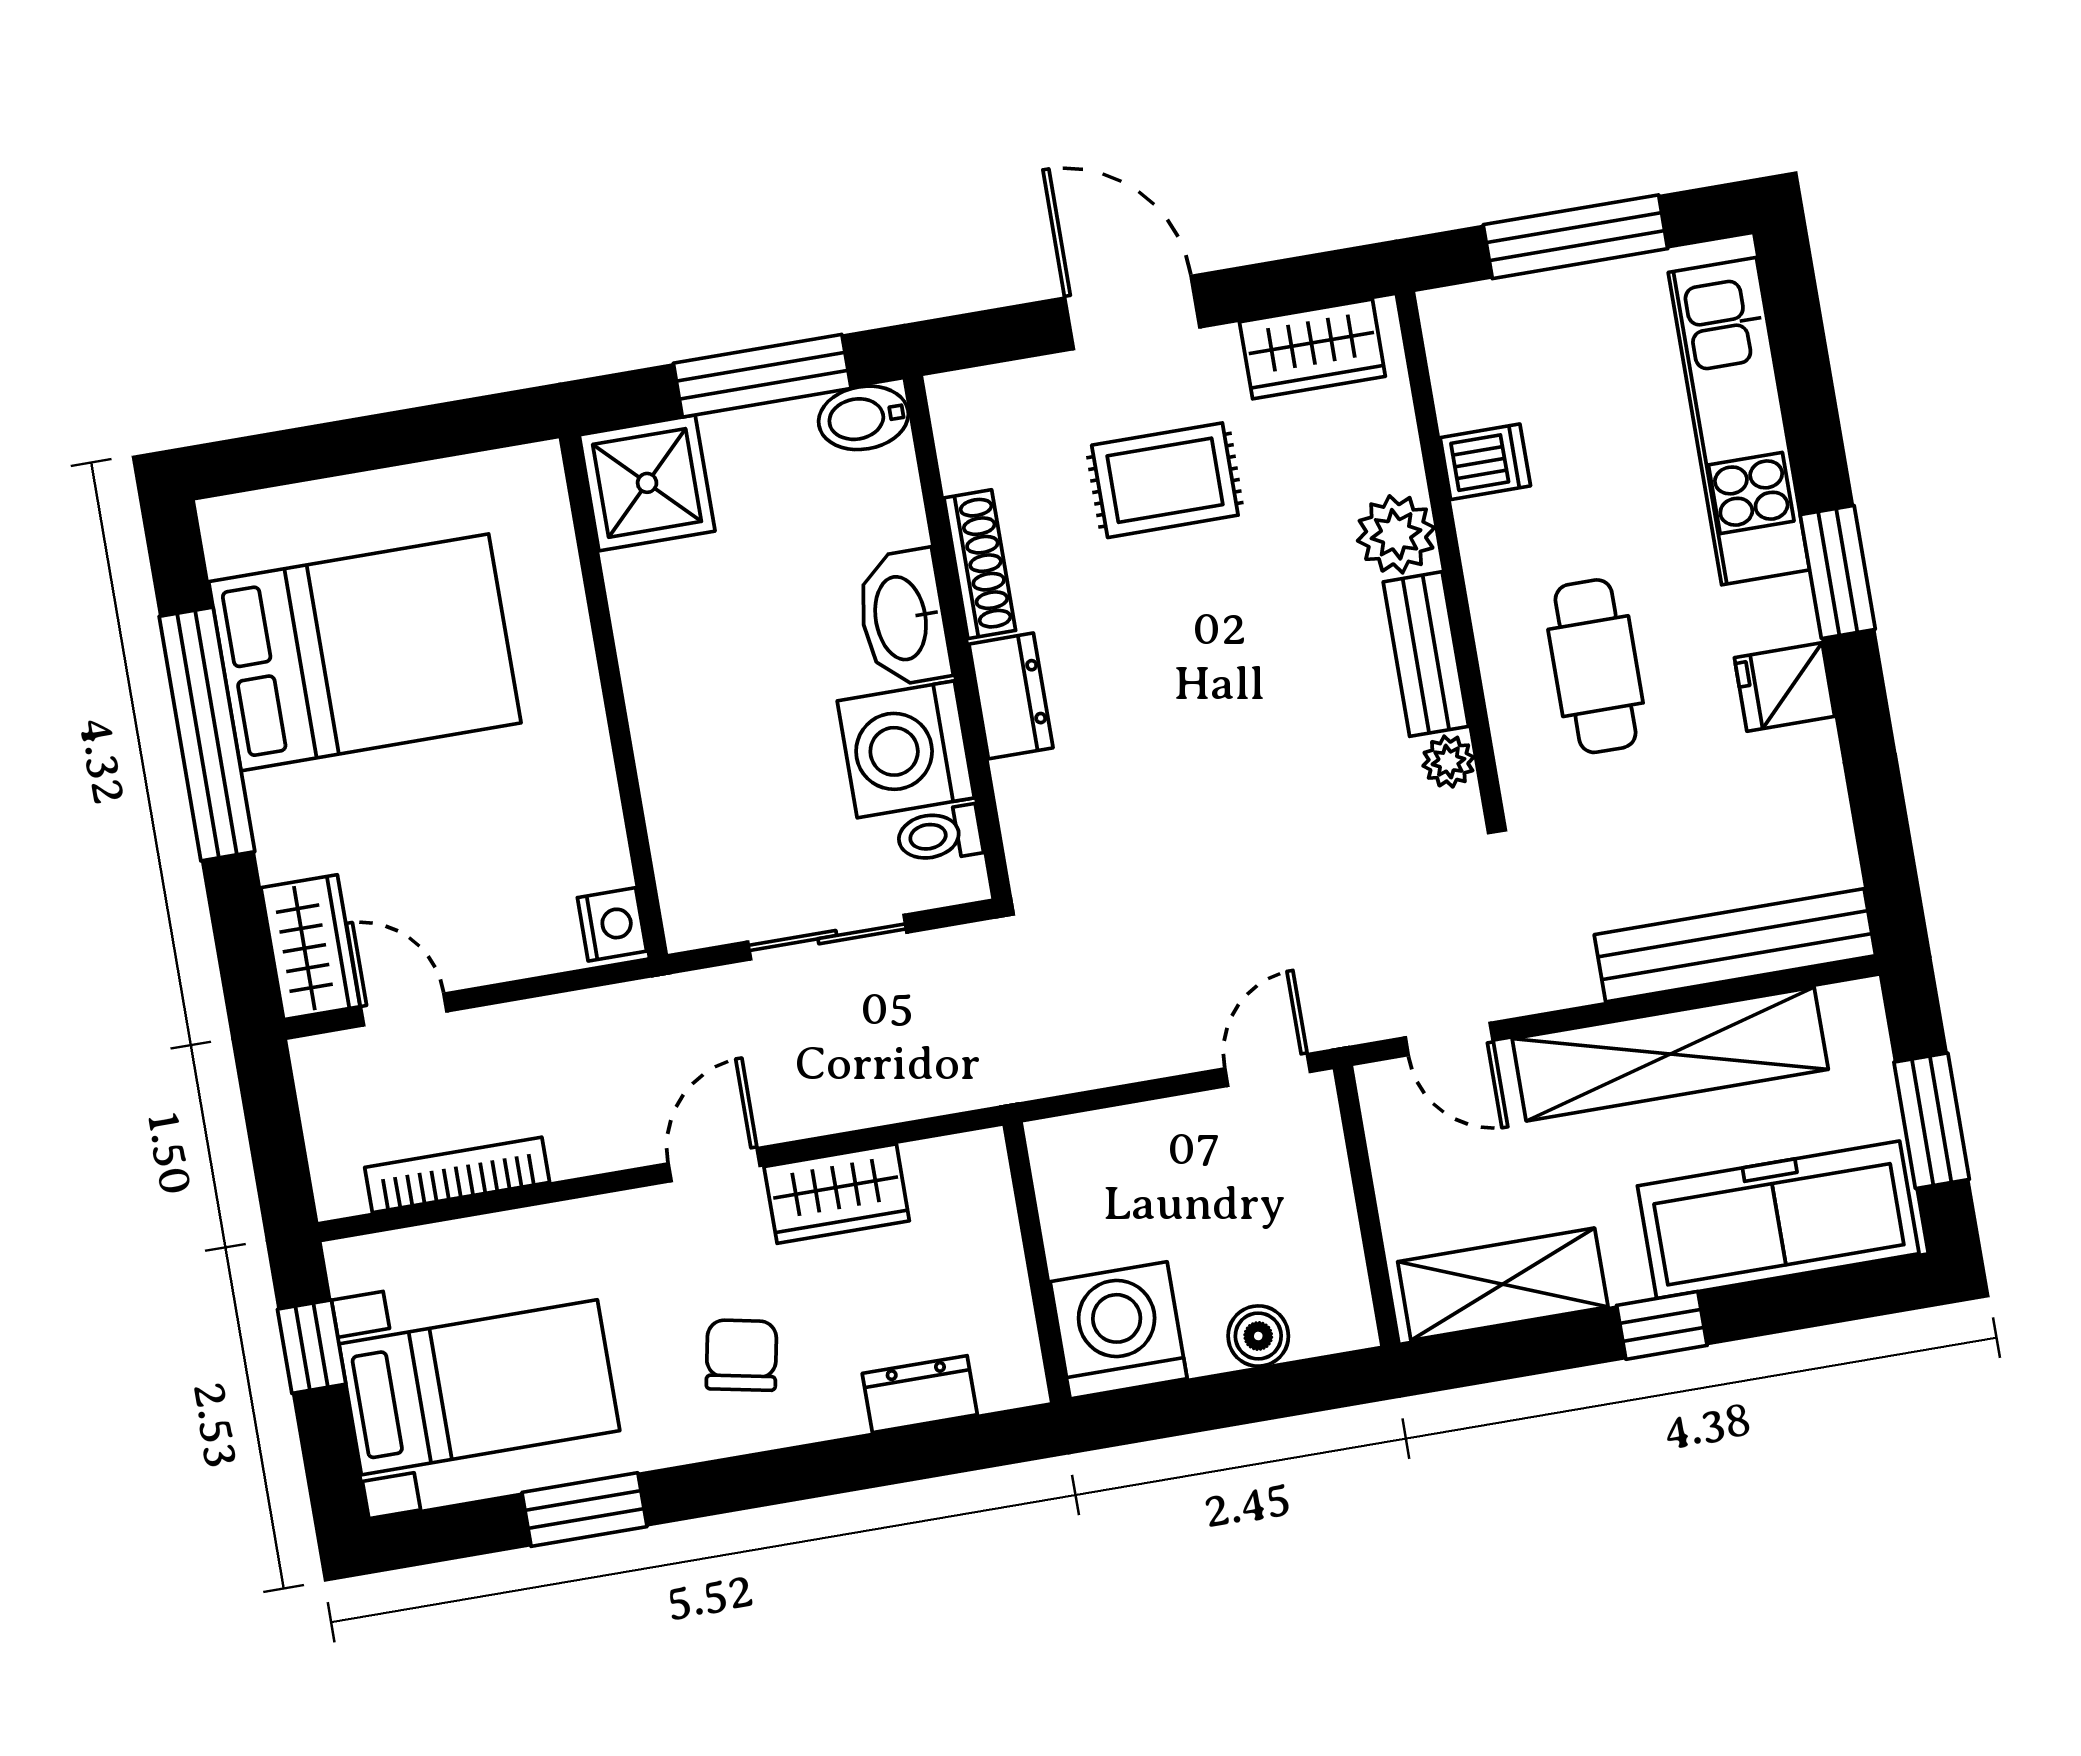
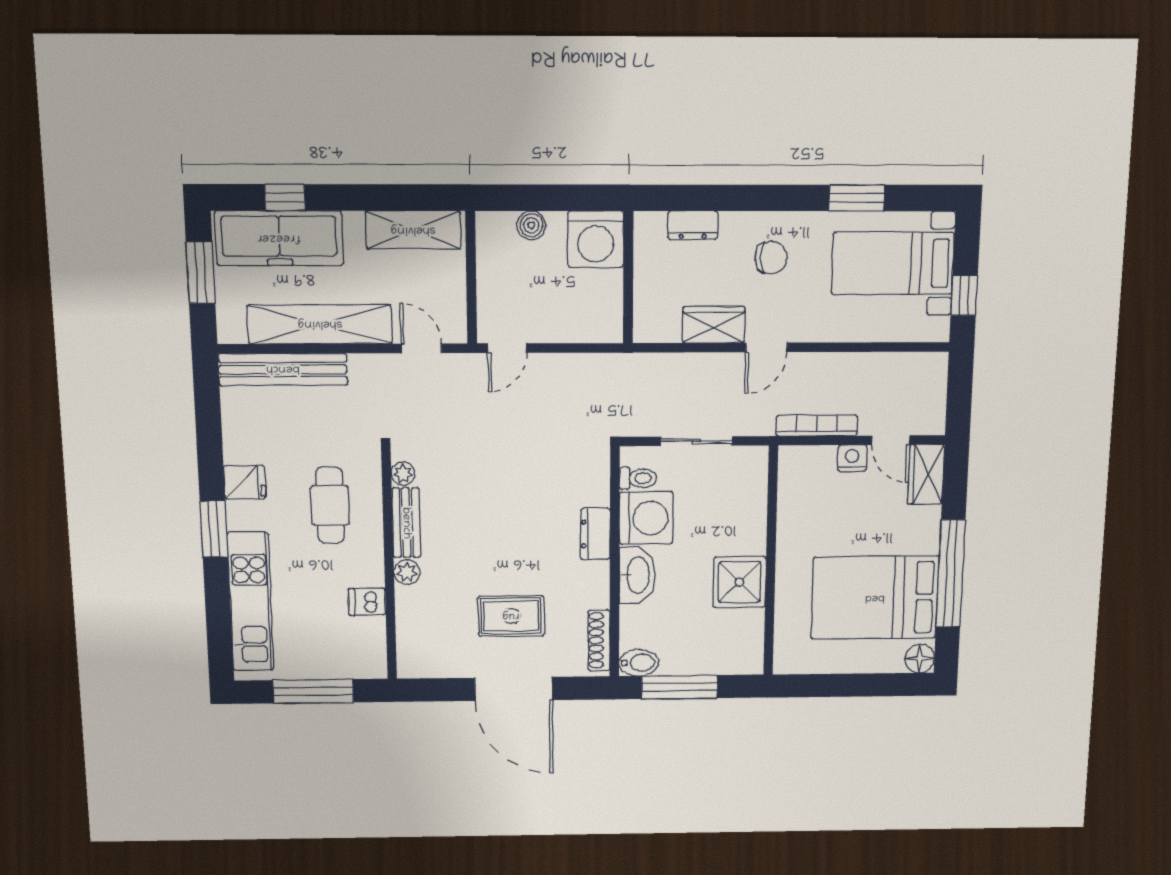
door: (1132, 312) -> (514, 689), width x1.36
wardrobe: (1312, 349) -> (437, 662), removed
shower: (647, 483) -> (739, 582), moved
floor lamp: (234, 528) -> (920, 659), added
plant: (1396, 534) -> (407, 572), width x0.73, depth x0.73
shoe rack: (980, 564) -> (599, 640), moved
nightstand: (612, 924) -> (852, 458), moved, turned 90
bookcase: (457, 1175) -> (817, 426), moved, turned 180
window: (1662, 1325) -> (285, 197), moved
chair: (741, 1355) -> (771, 258), turned -101

